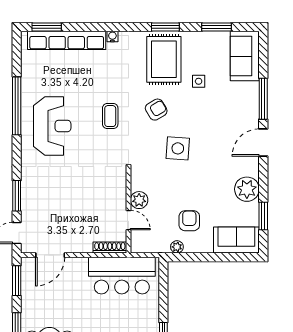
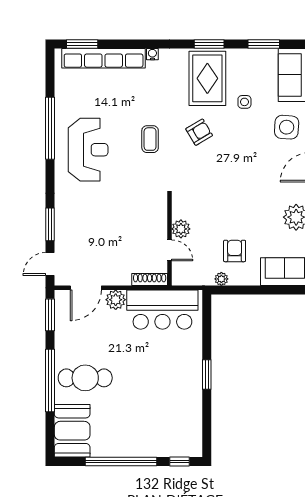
side table: (178, 148) -> (287, 127), moved
plant: (78, 266) -> (116, 300), added

